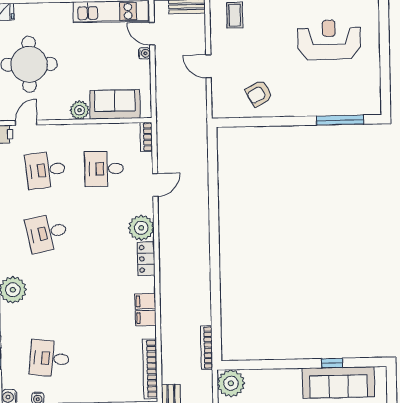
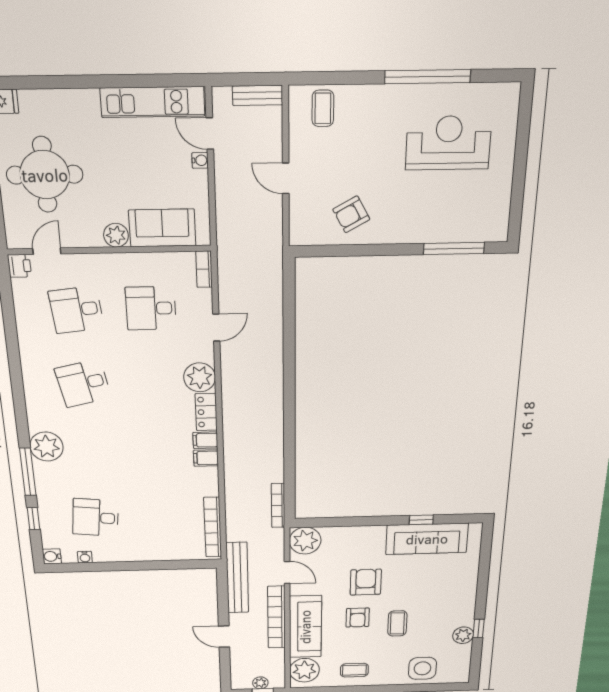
filing cabinet: (146, 318) -> (205, 440), moved

